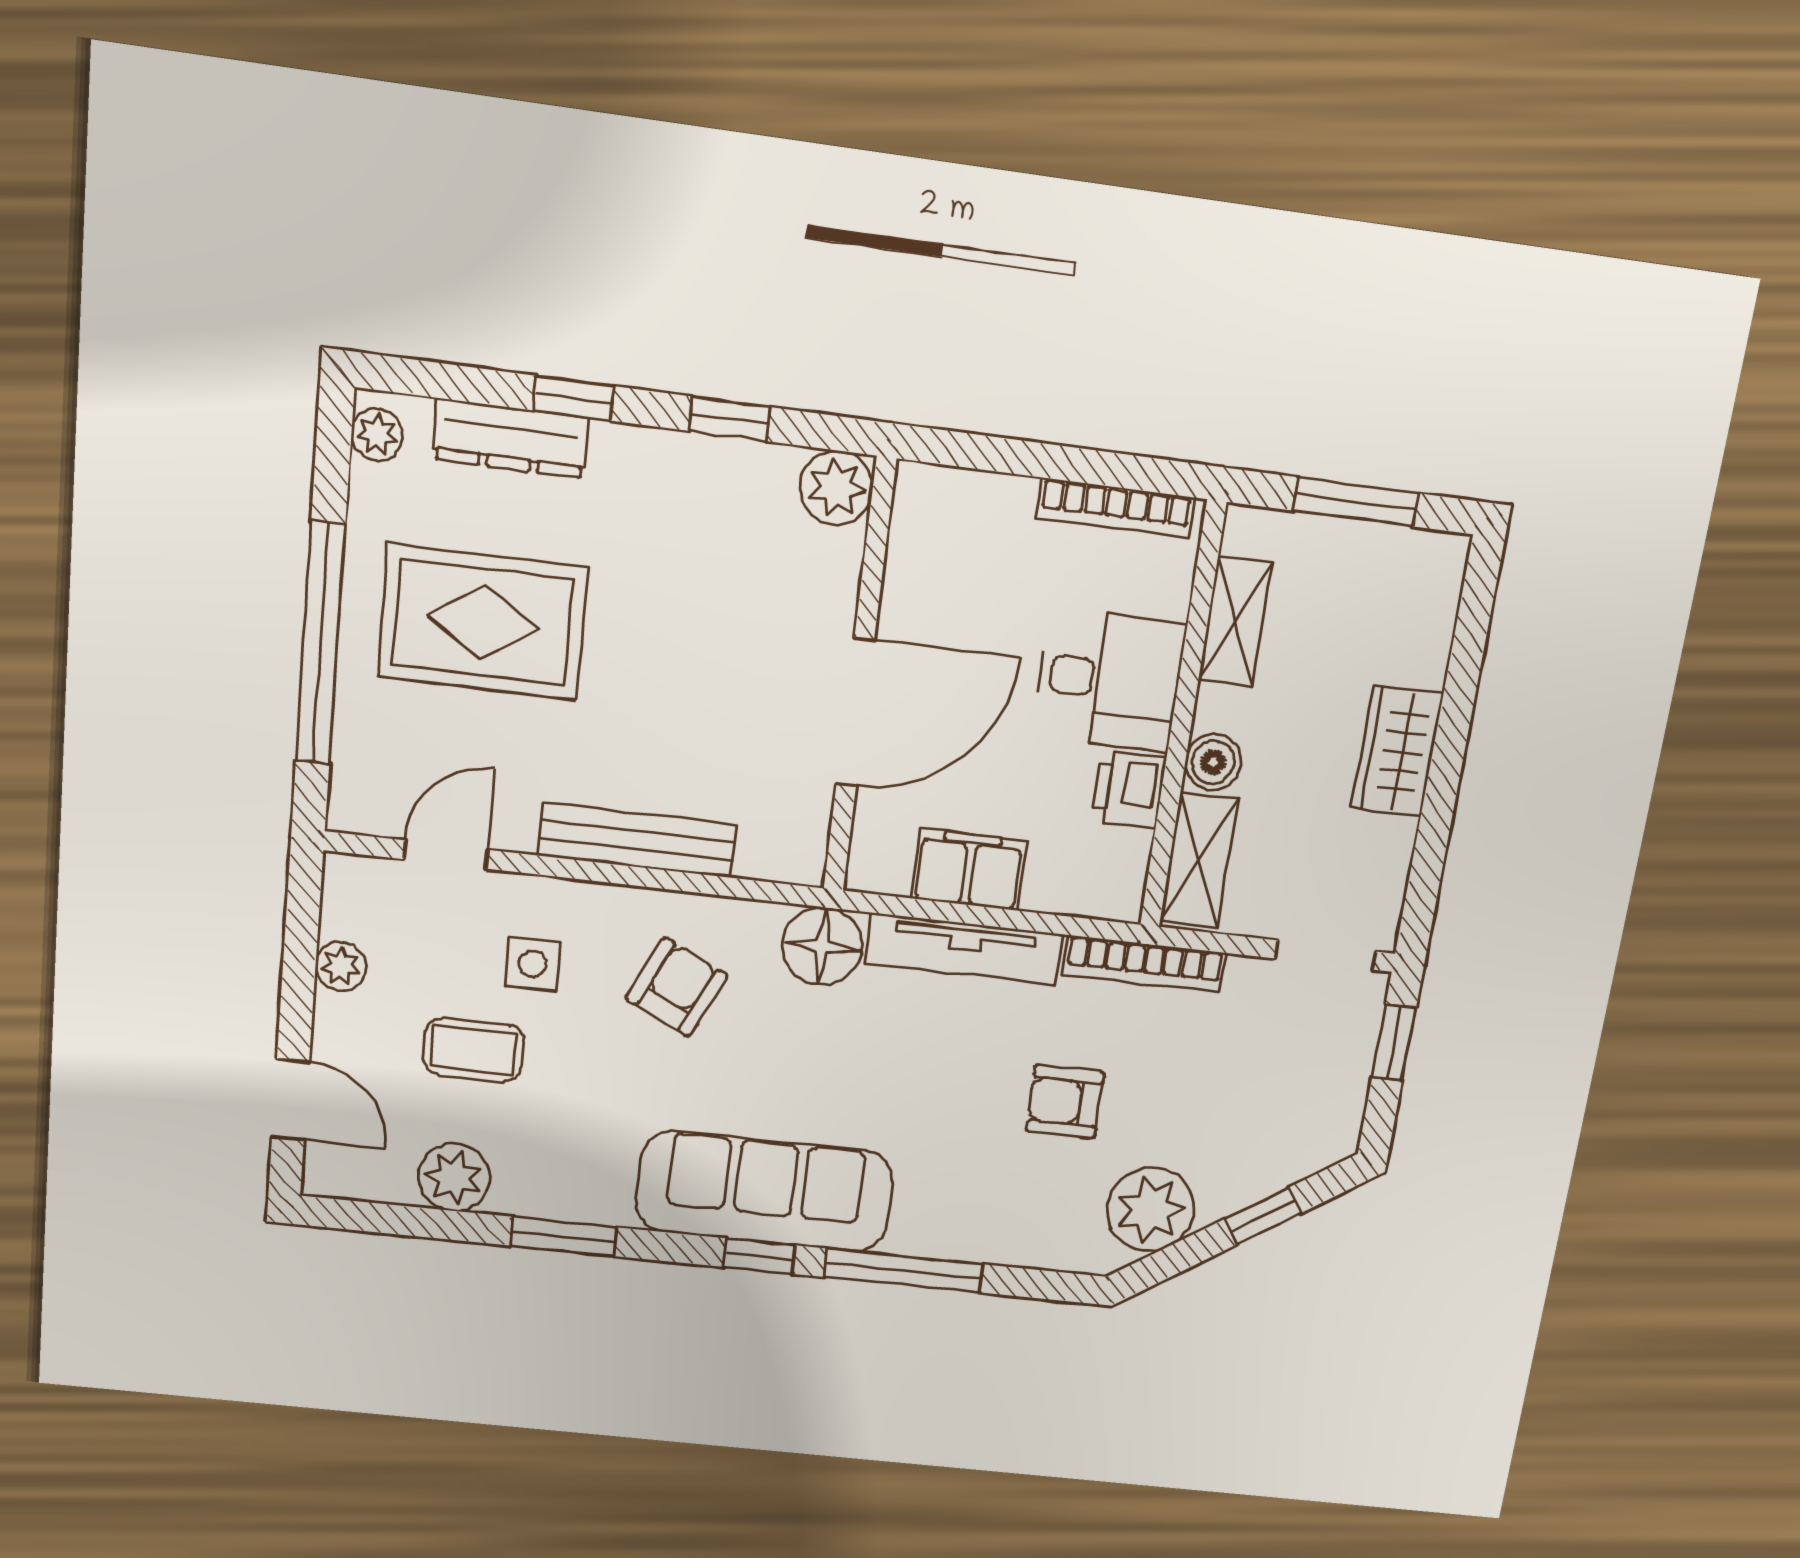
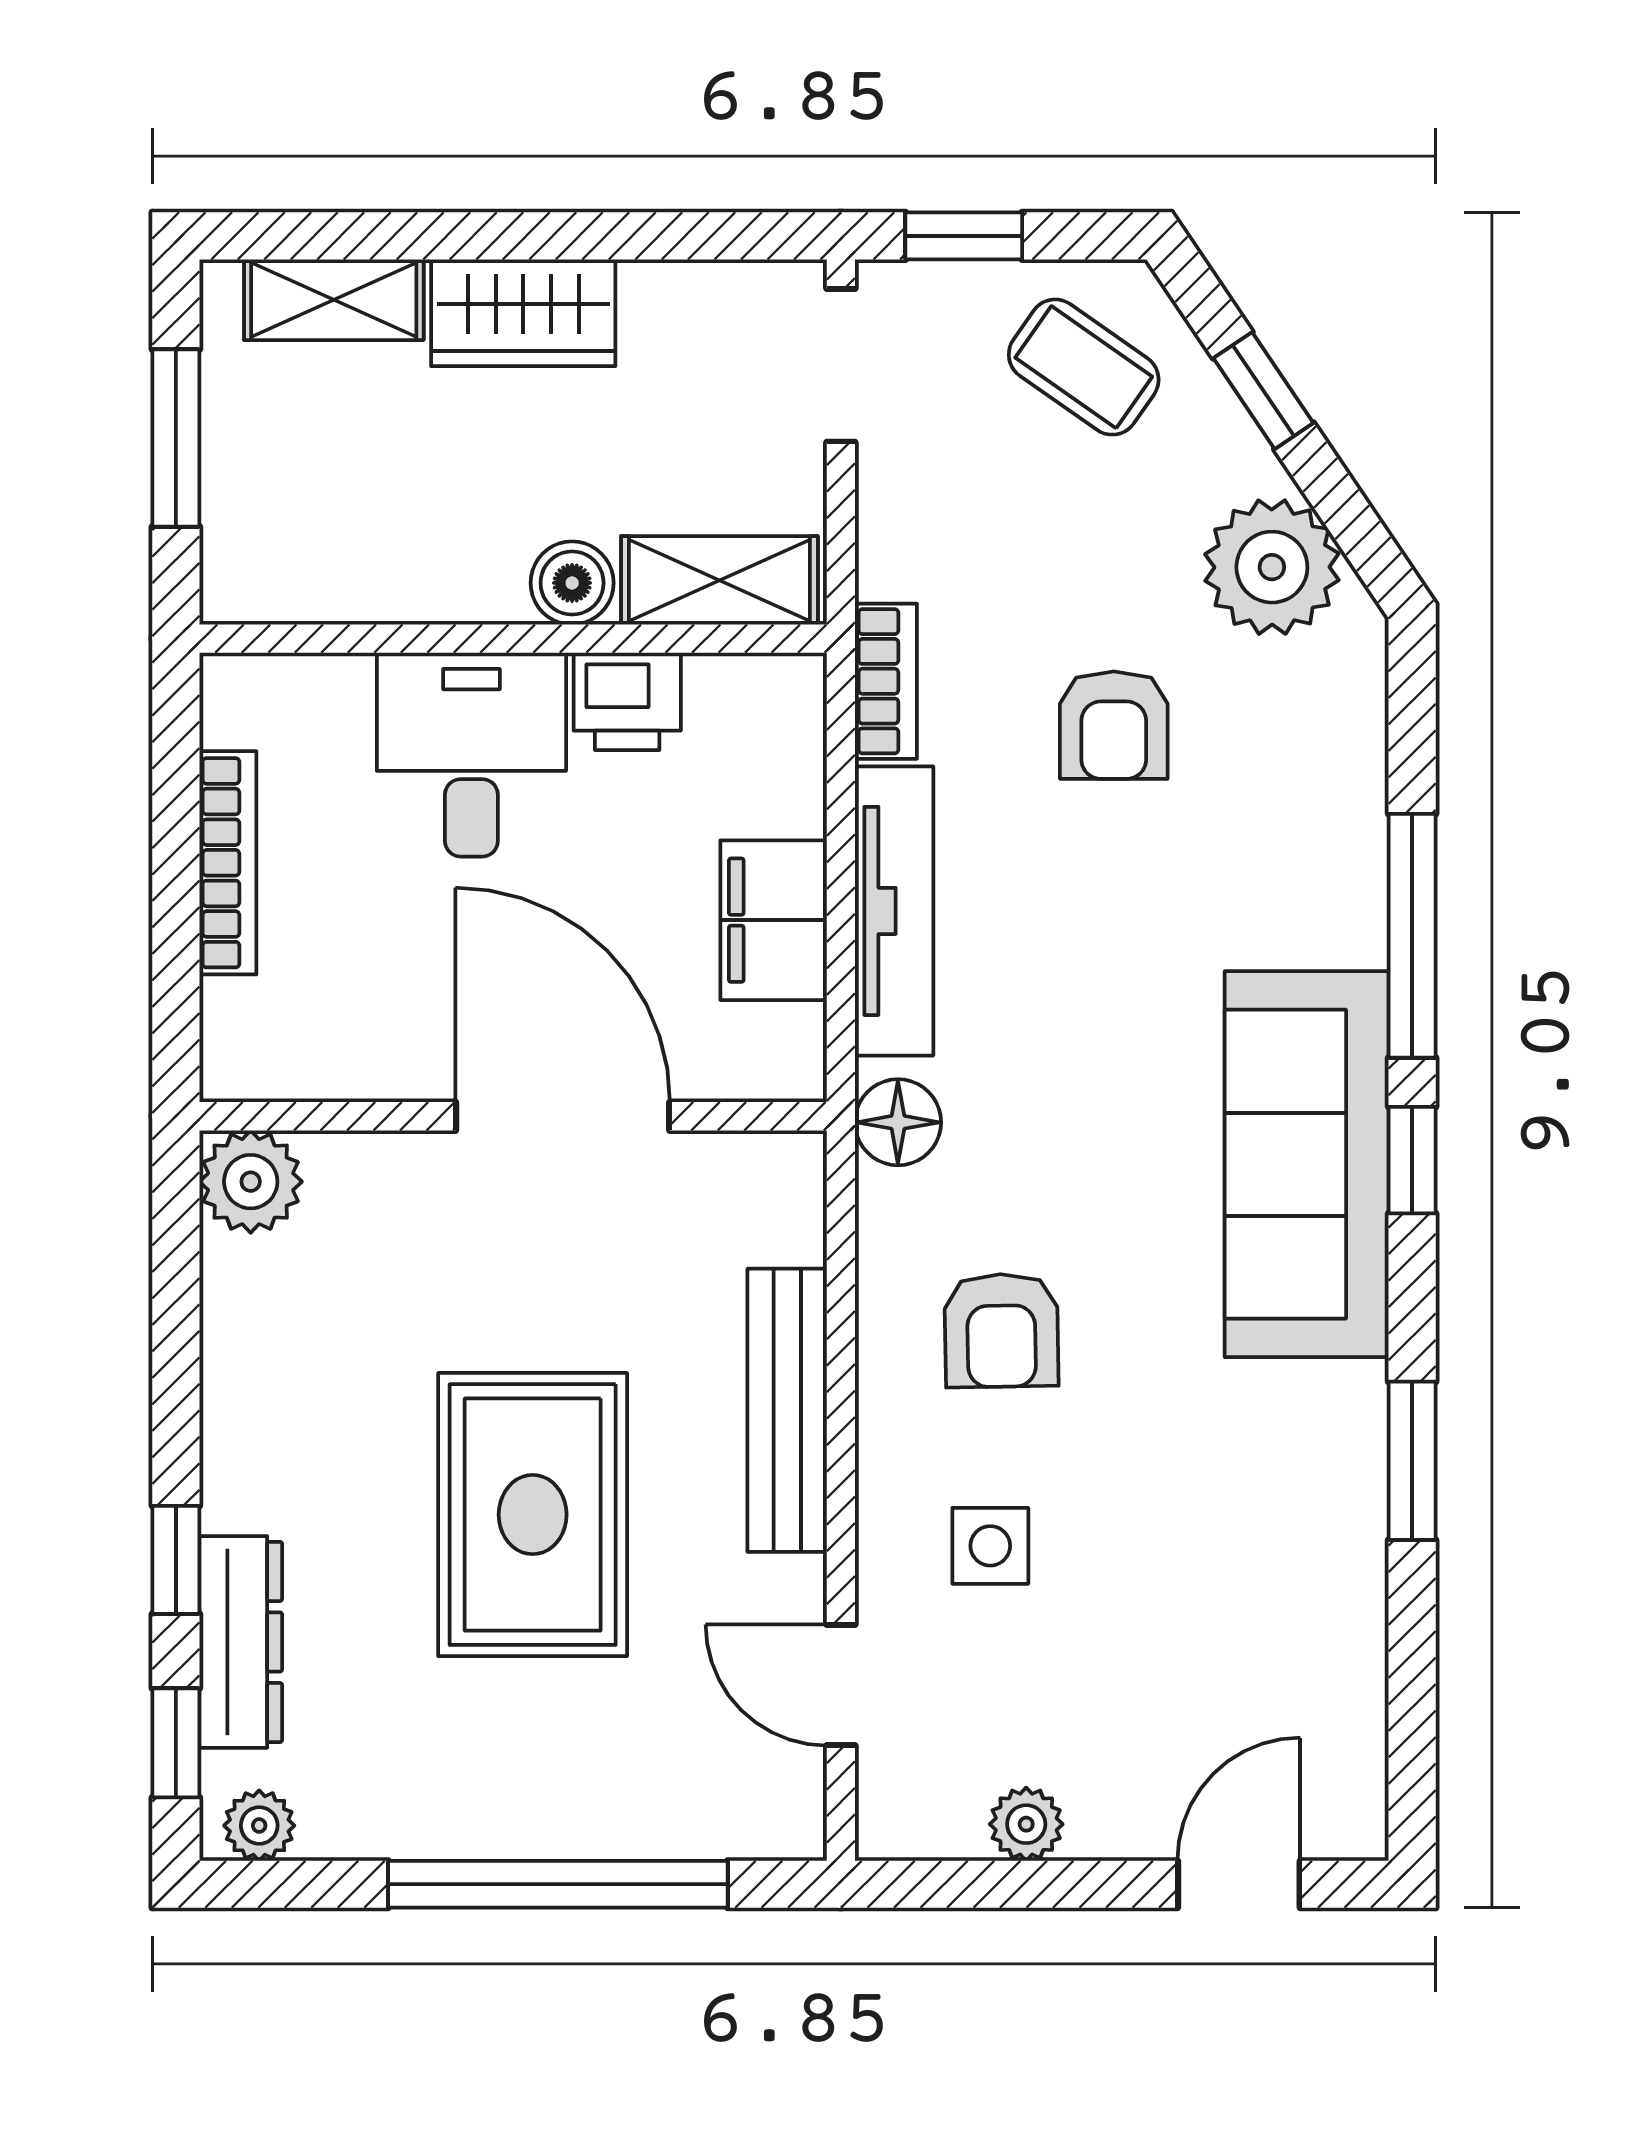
window: (730, 419) -> (176, 1743), moved
bookcase: (1116, 508) -> (228, 863), moved
shelving: (1235, 621) -> (334, 300), moved
rug: (483, 622) -> (533, 1515), moved
floor lamp: (822, 946) -> (898, 1122), width x0.73, depth x0.73
bookcase: (1144, 964) -> (886, 681), width x0.64
armchair: (677, 987) -> (1001, 1330), turned -117
coffee table: (473, 1050) -> (1084, 367), moved, turned -55
plant: (454, 1177) -> (1335, 1634), removed

